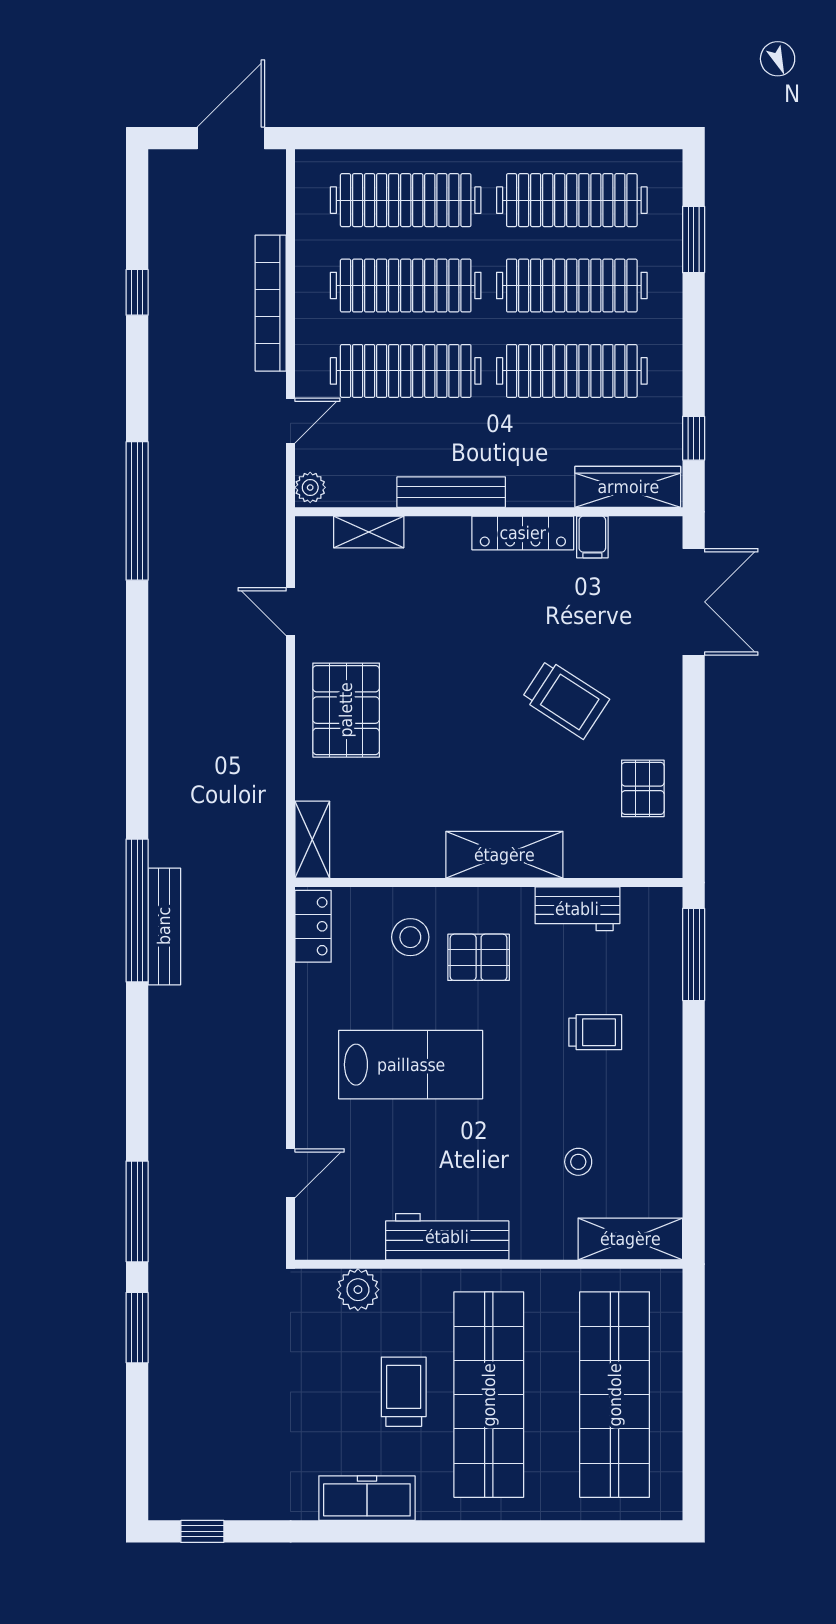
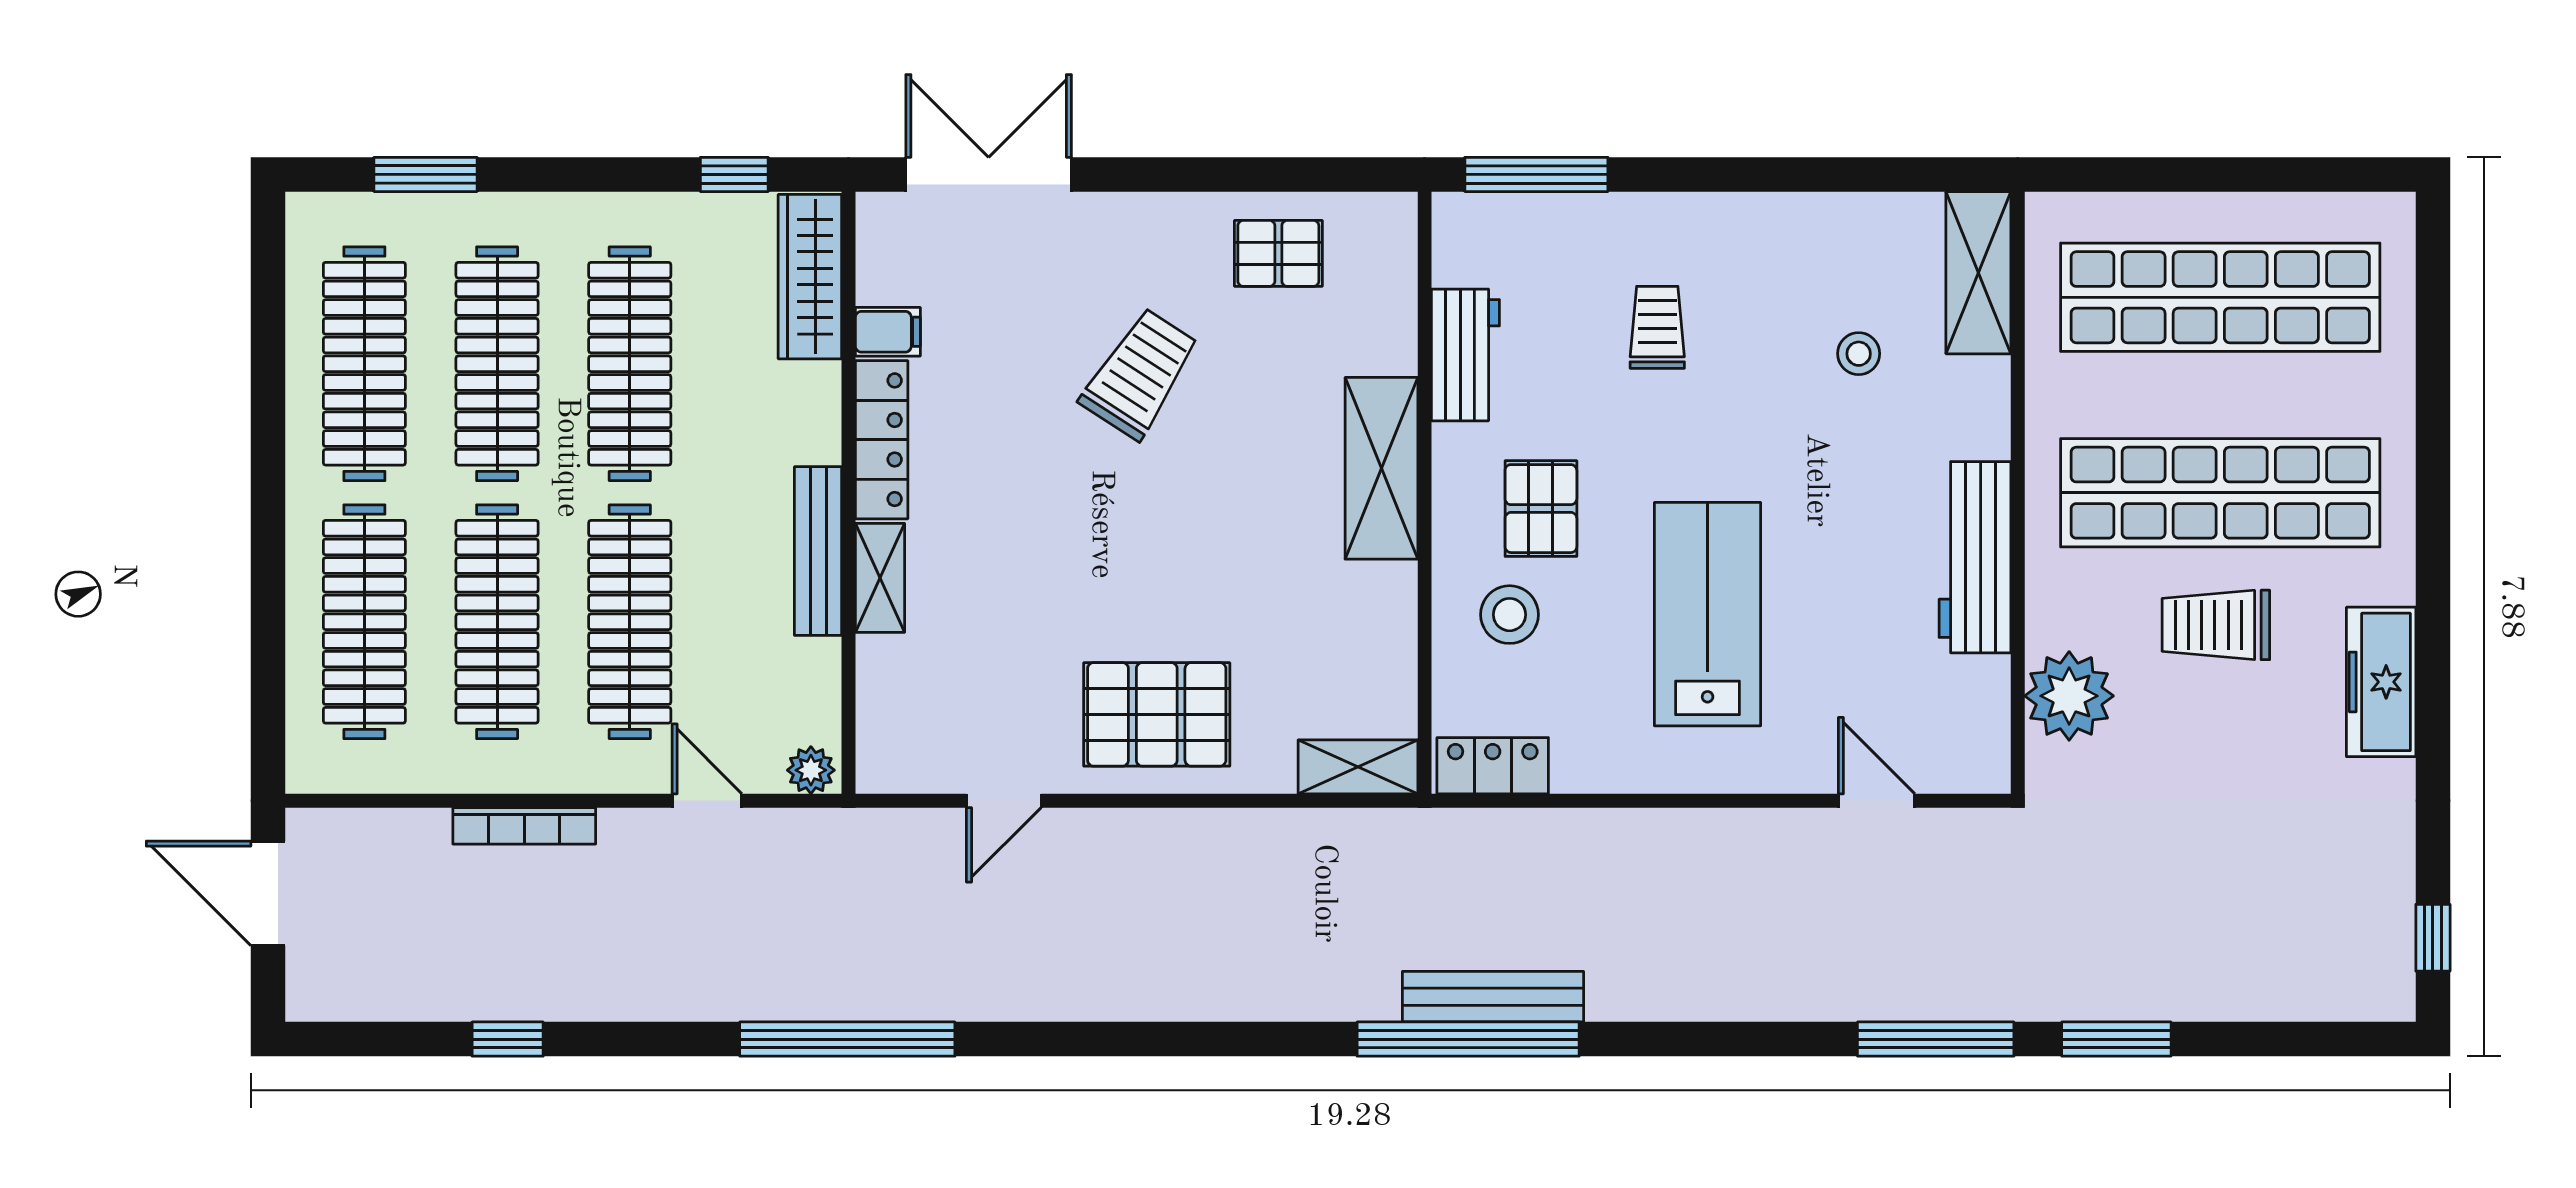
bookcase: (271, 303) -> (524, 826), width x0.68, depth x0.76
shelving: (369, 532) -> (880, 578), moved
plant: (358, 1290) -> (2069, 696), width x1.36, depth x1.36

